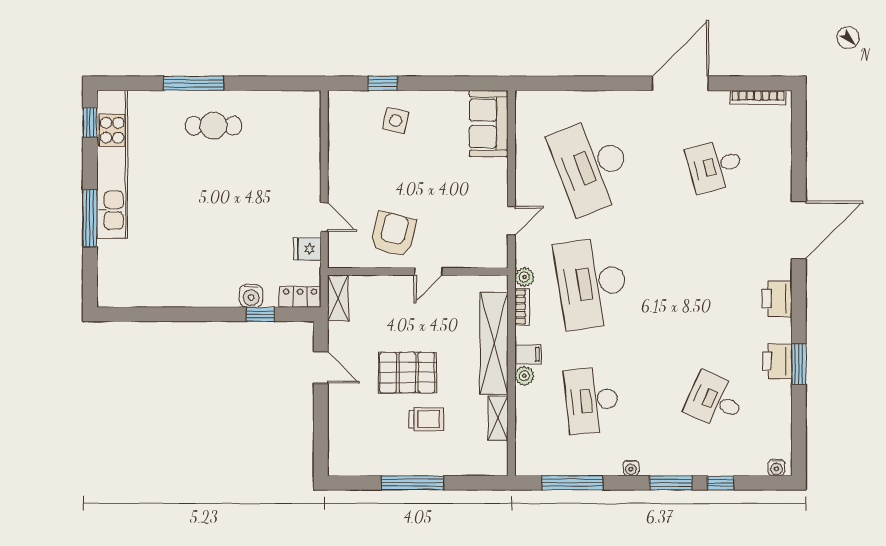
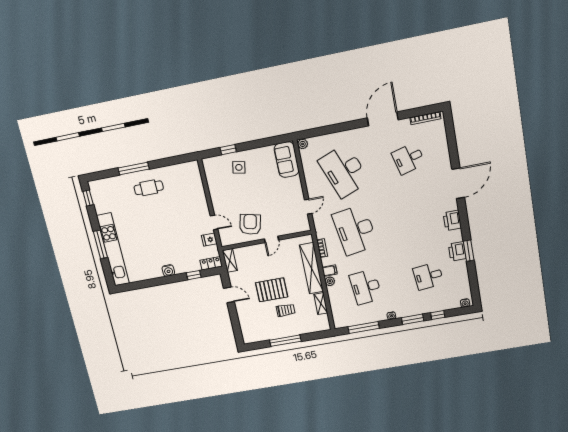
kitchen unit: (112, 164) -> (113, 250), moved
plant: (524, 277) -> (303, 144), moved
water cooler: (251, 296) -> (168, 271), moved
desk: (715, 400) -> (428, 276), turned -30

